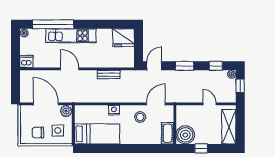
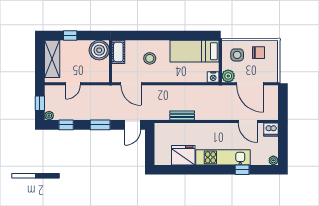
window: (53, 24) -> (242, 170), width x0.32
fridge: (124, 38) -> (183, 155), moved
door: (70, 69) -> (248, 122), moved
door: (156, 104) -> (131, 84), hinge flipped
door: (209, 104) -> (73, 84), hinge flipped
nightstand: (114, 110) -> (213, 77), moved
stool: (140, 117) -> (150, 58), moved
window: (201, 148) -> (70, 35), moved

